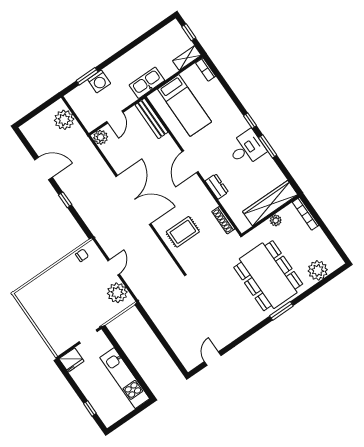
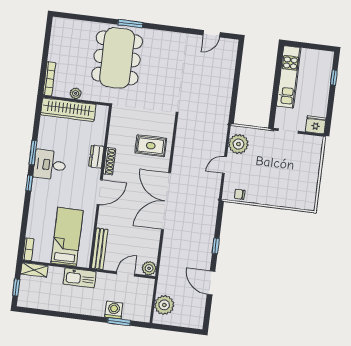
shoe rack: (223, 220) -> (109, 161), moved
plant: (318, 270) -> (77, 30), removed

